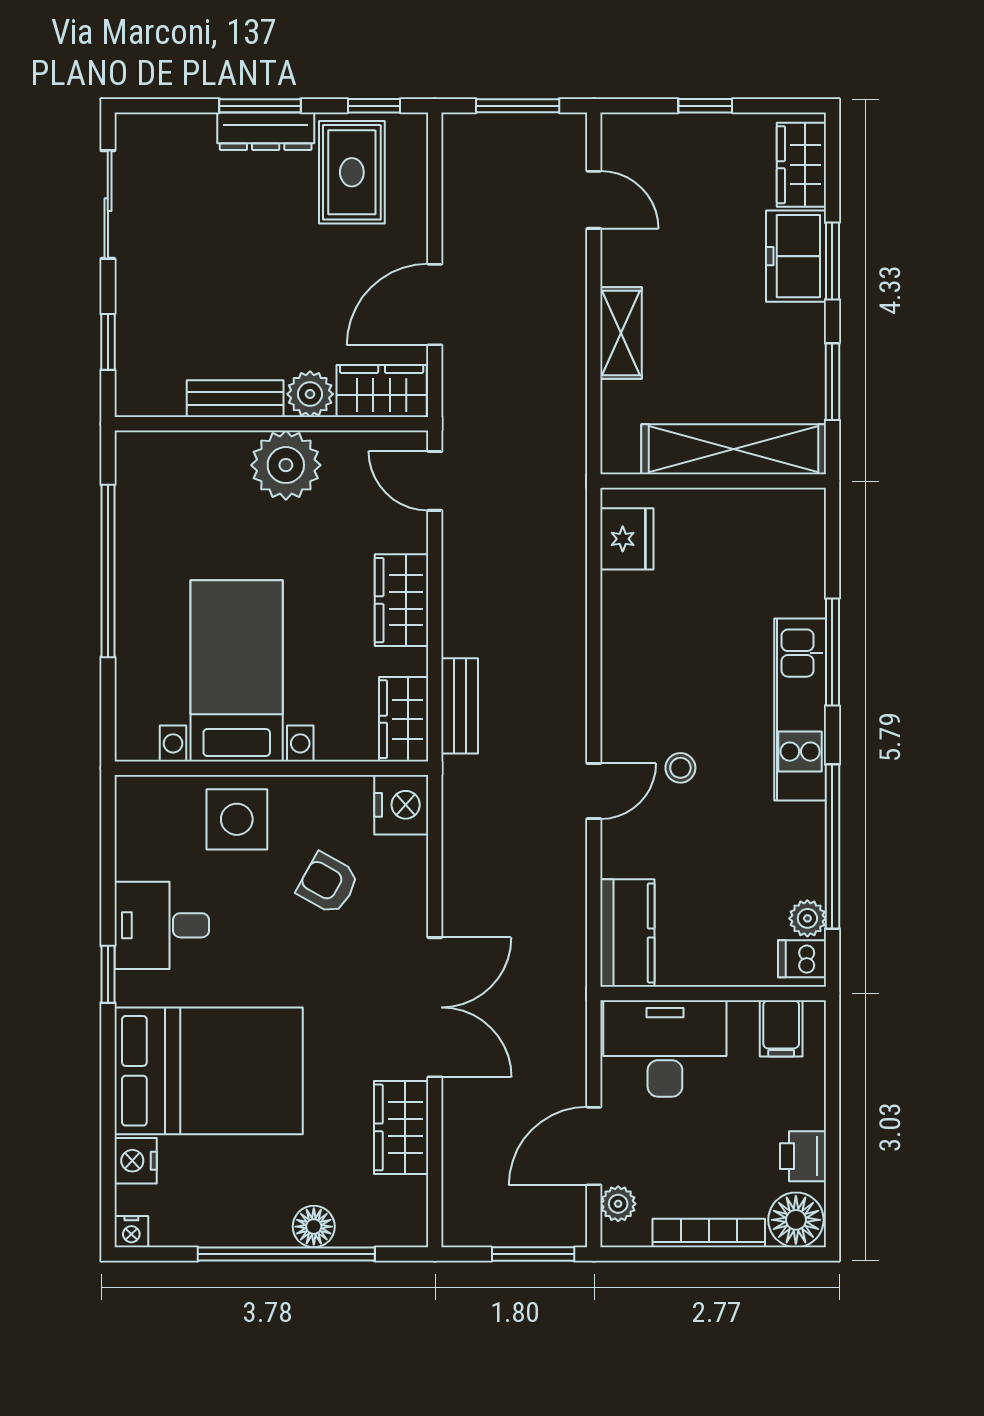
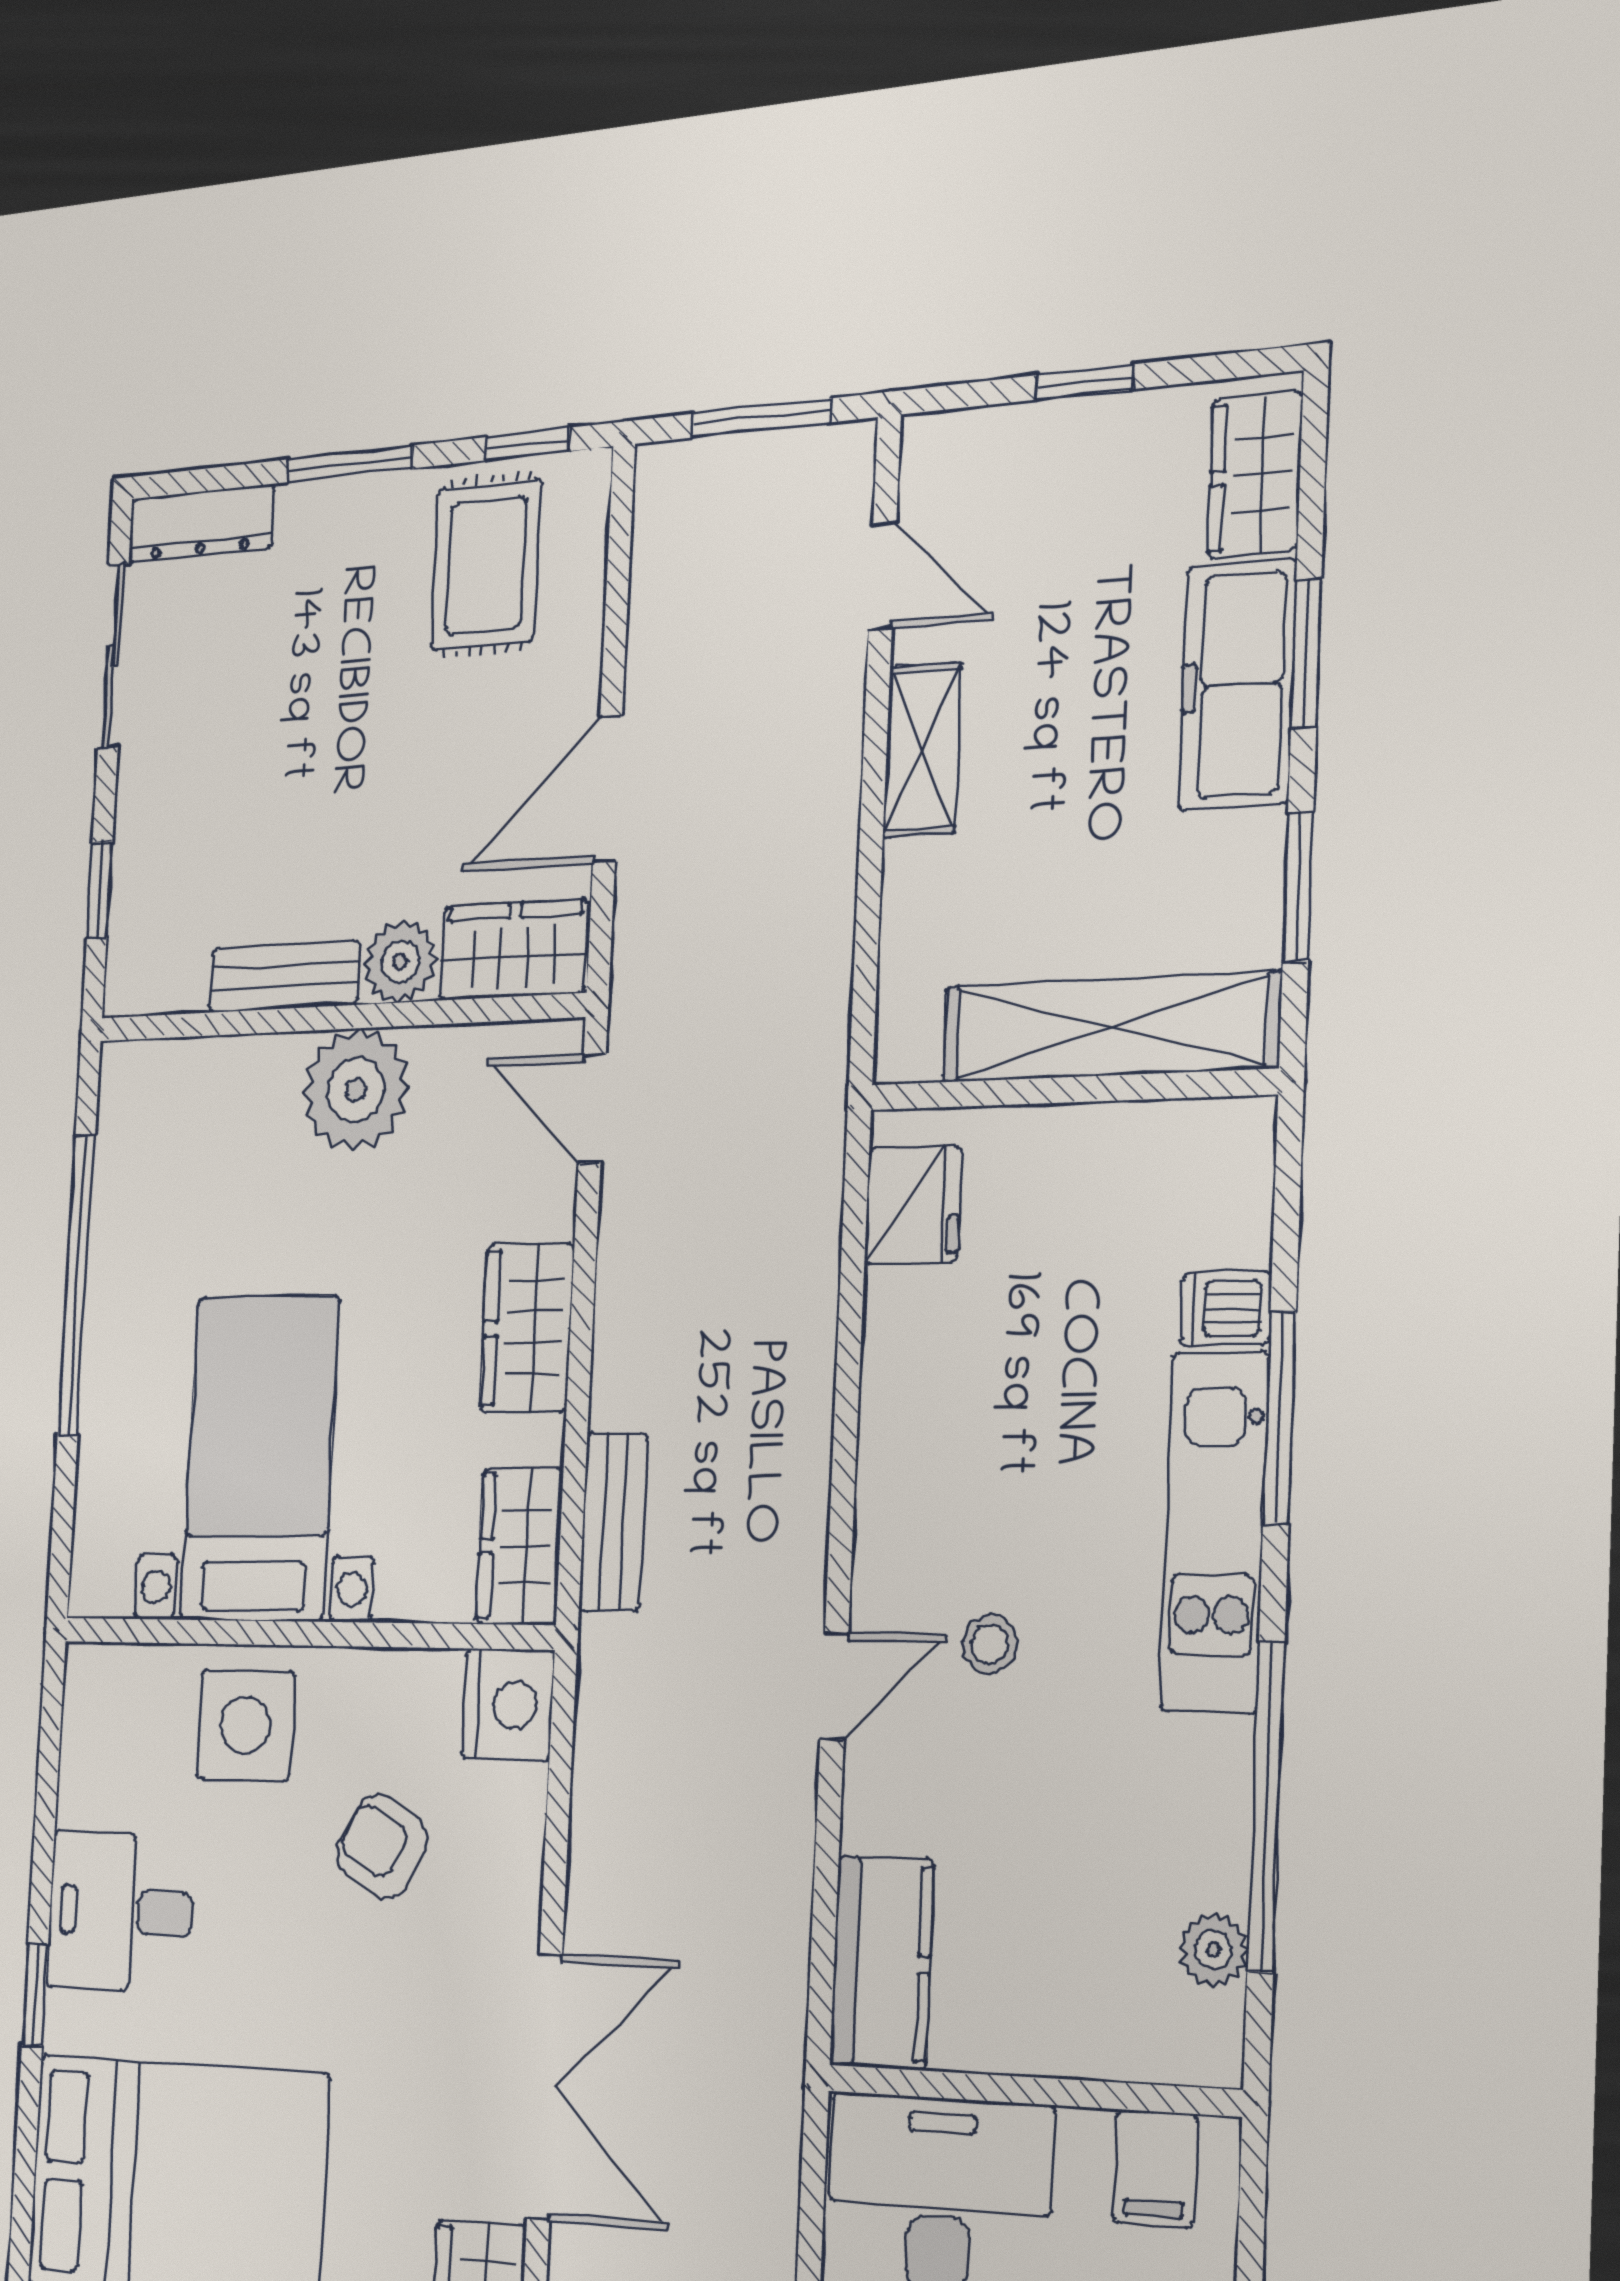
dresser: (266, 131) -> (201, 523), moved
freezer: (796, 256) -> (1237, 685), width x1.40
shelving: (621, 333) -> (922, 750), moved
dishwasher: (802, 959) -> (1226, 1309), moved

